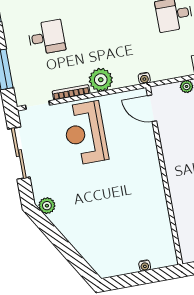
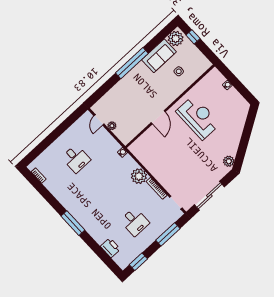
desk: (46, 37) -> (135, 222), turned 180
door: (152, 108) -> (158, 117), moved
reception desk: (85, 133) -> (198, 118), moved, turned -90

